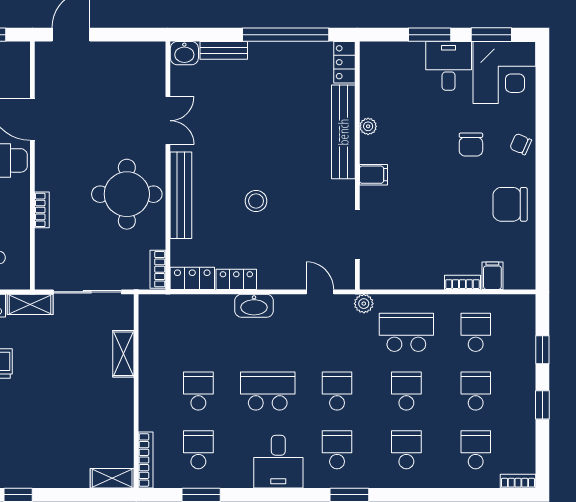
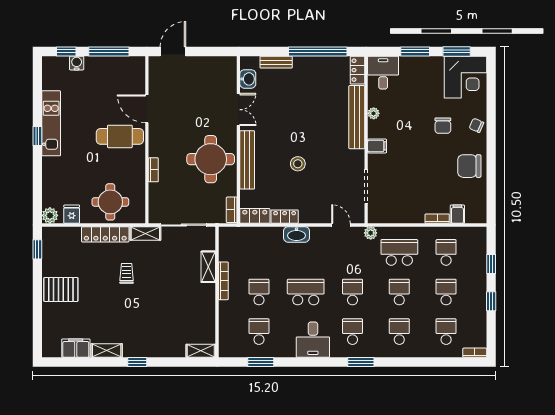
washbasin: (184, 53) -> (248, 79), moved, turned -90
desk: (449, 66) -> (383, 73), moved
bookcase: (146, 460) -> (223, 281), moved

